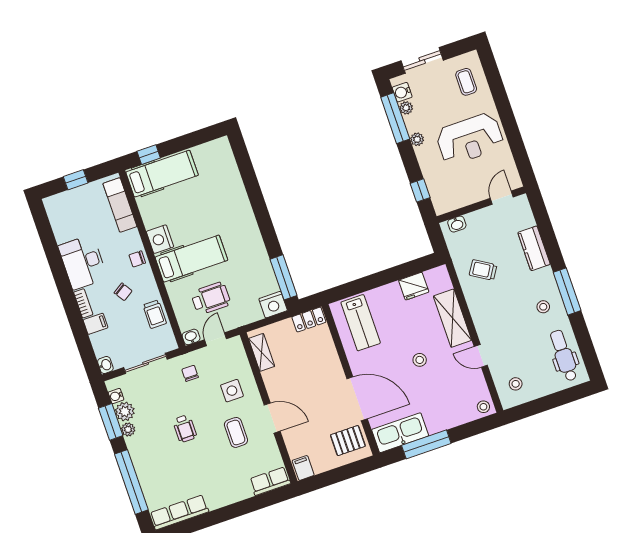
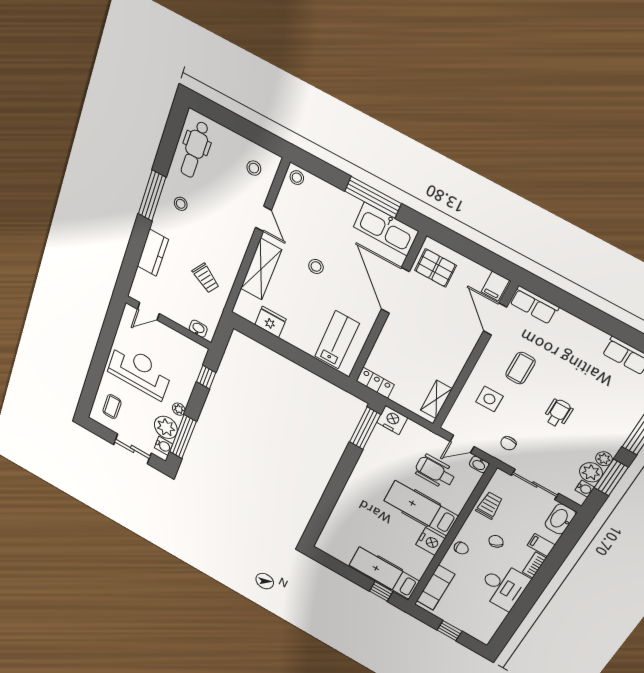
plant: (406, 108) -> (166, 427), width x1.88, depth x1.88
washbasin: (105, 365) -> (560, 519), width x1.91, depth x1.45
door: (272, 418) -> (495, 319), moved

